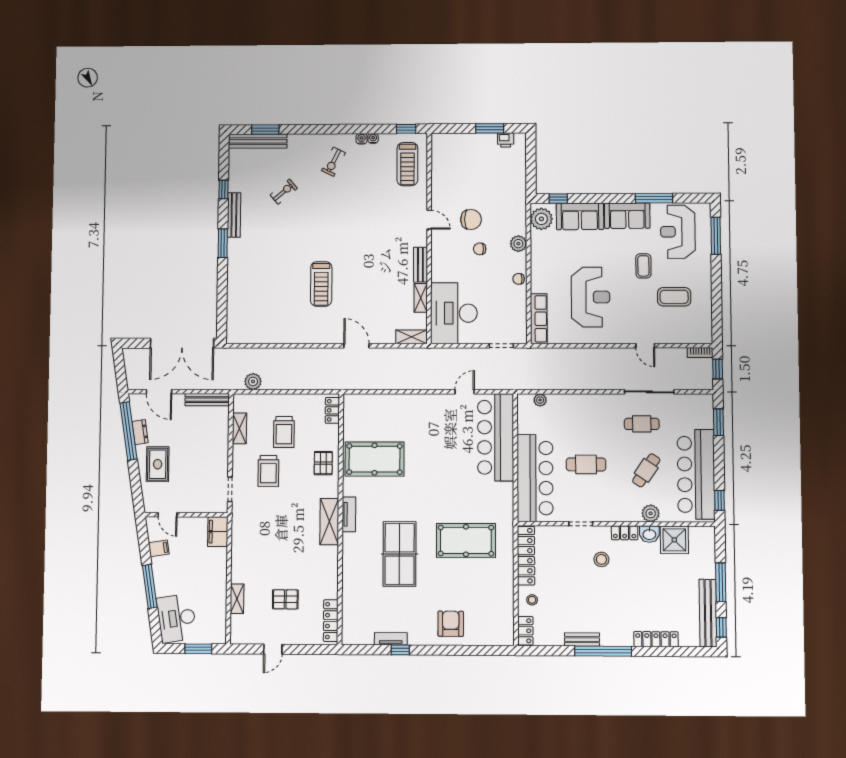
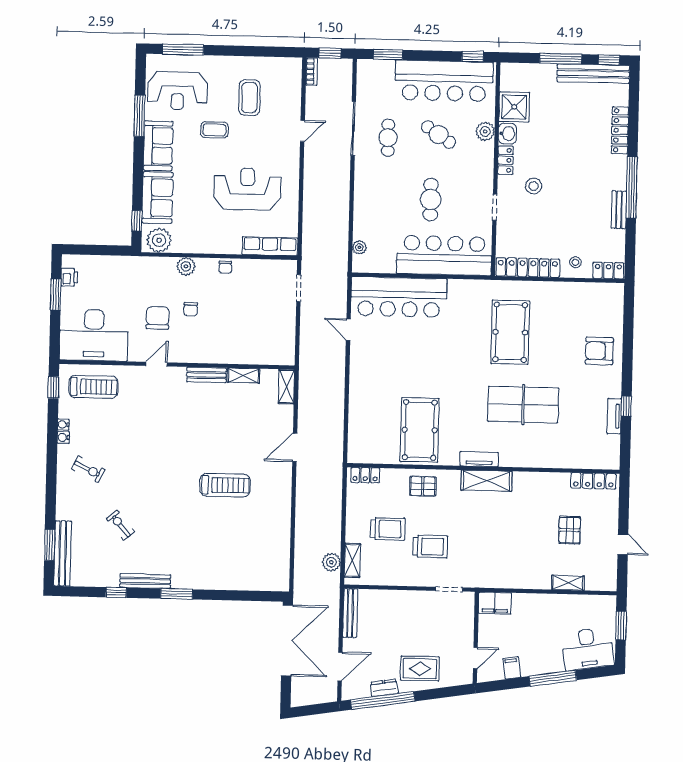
desk: (454, 313) -> (94, 335), moved
shelving: (239, 428) -> (352, 560), moved, turned 90

